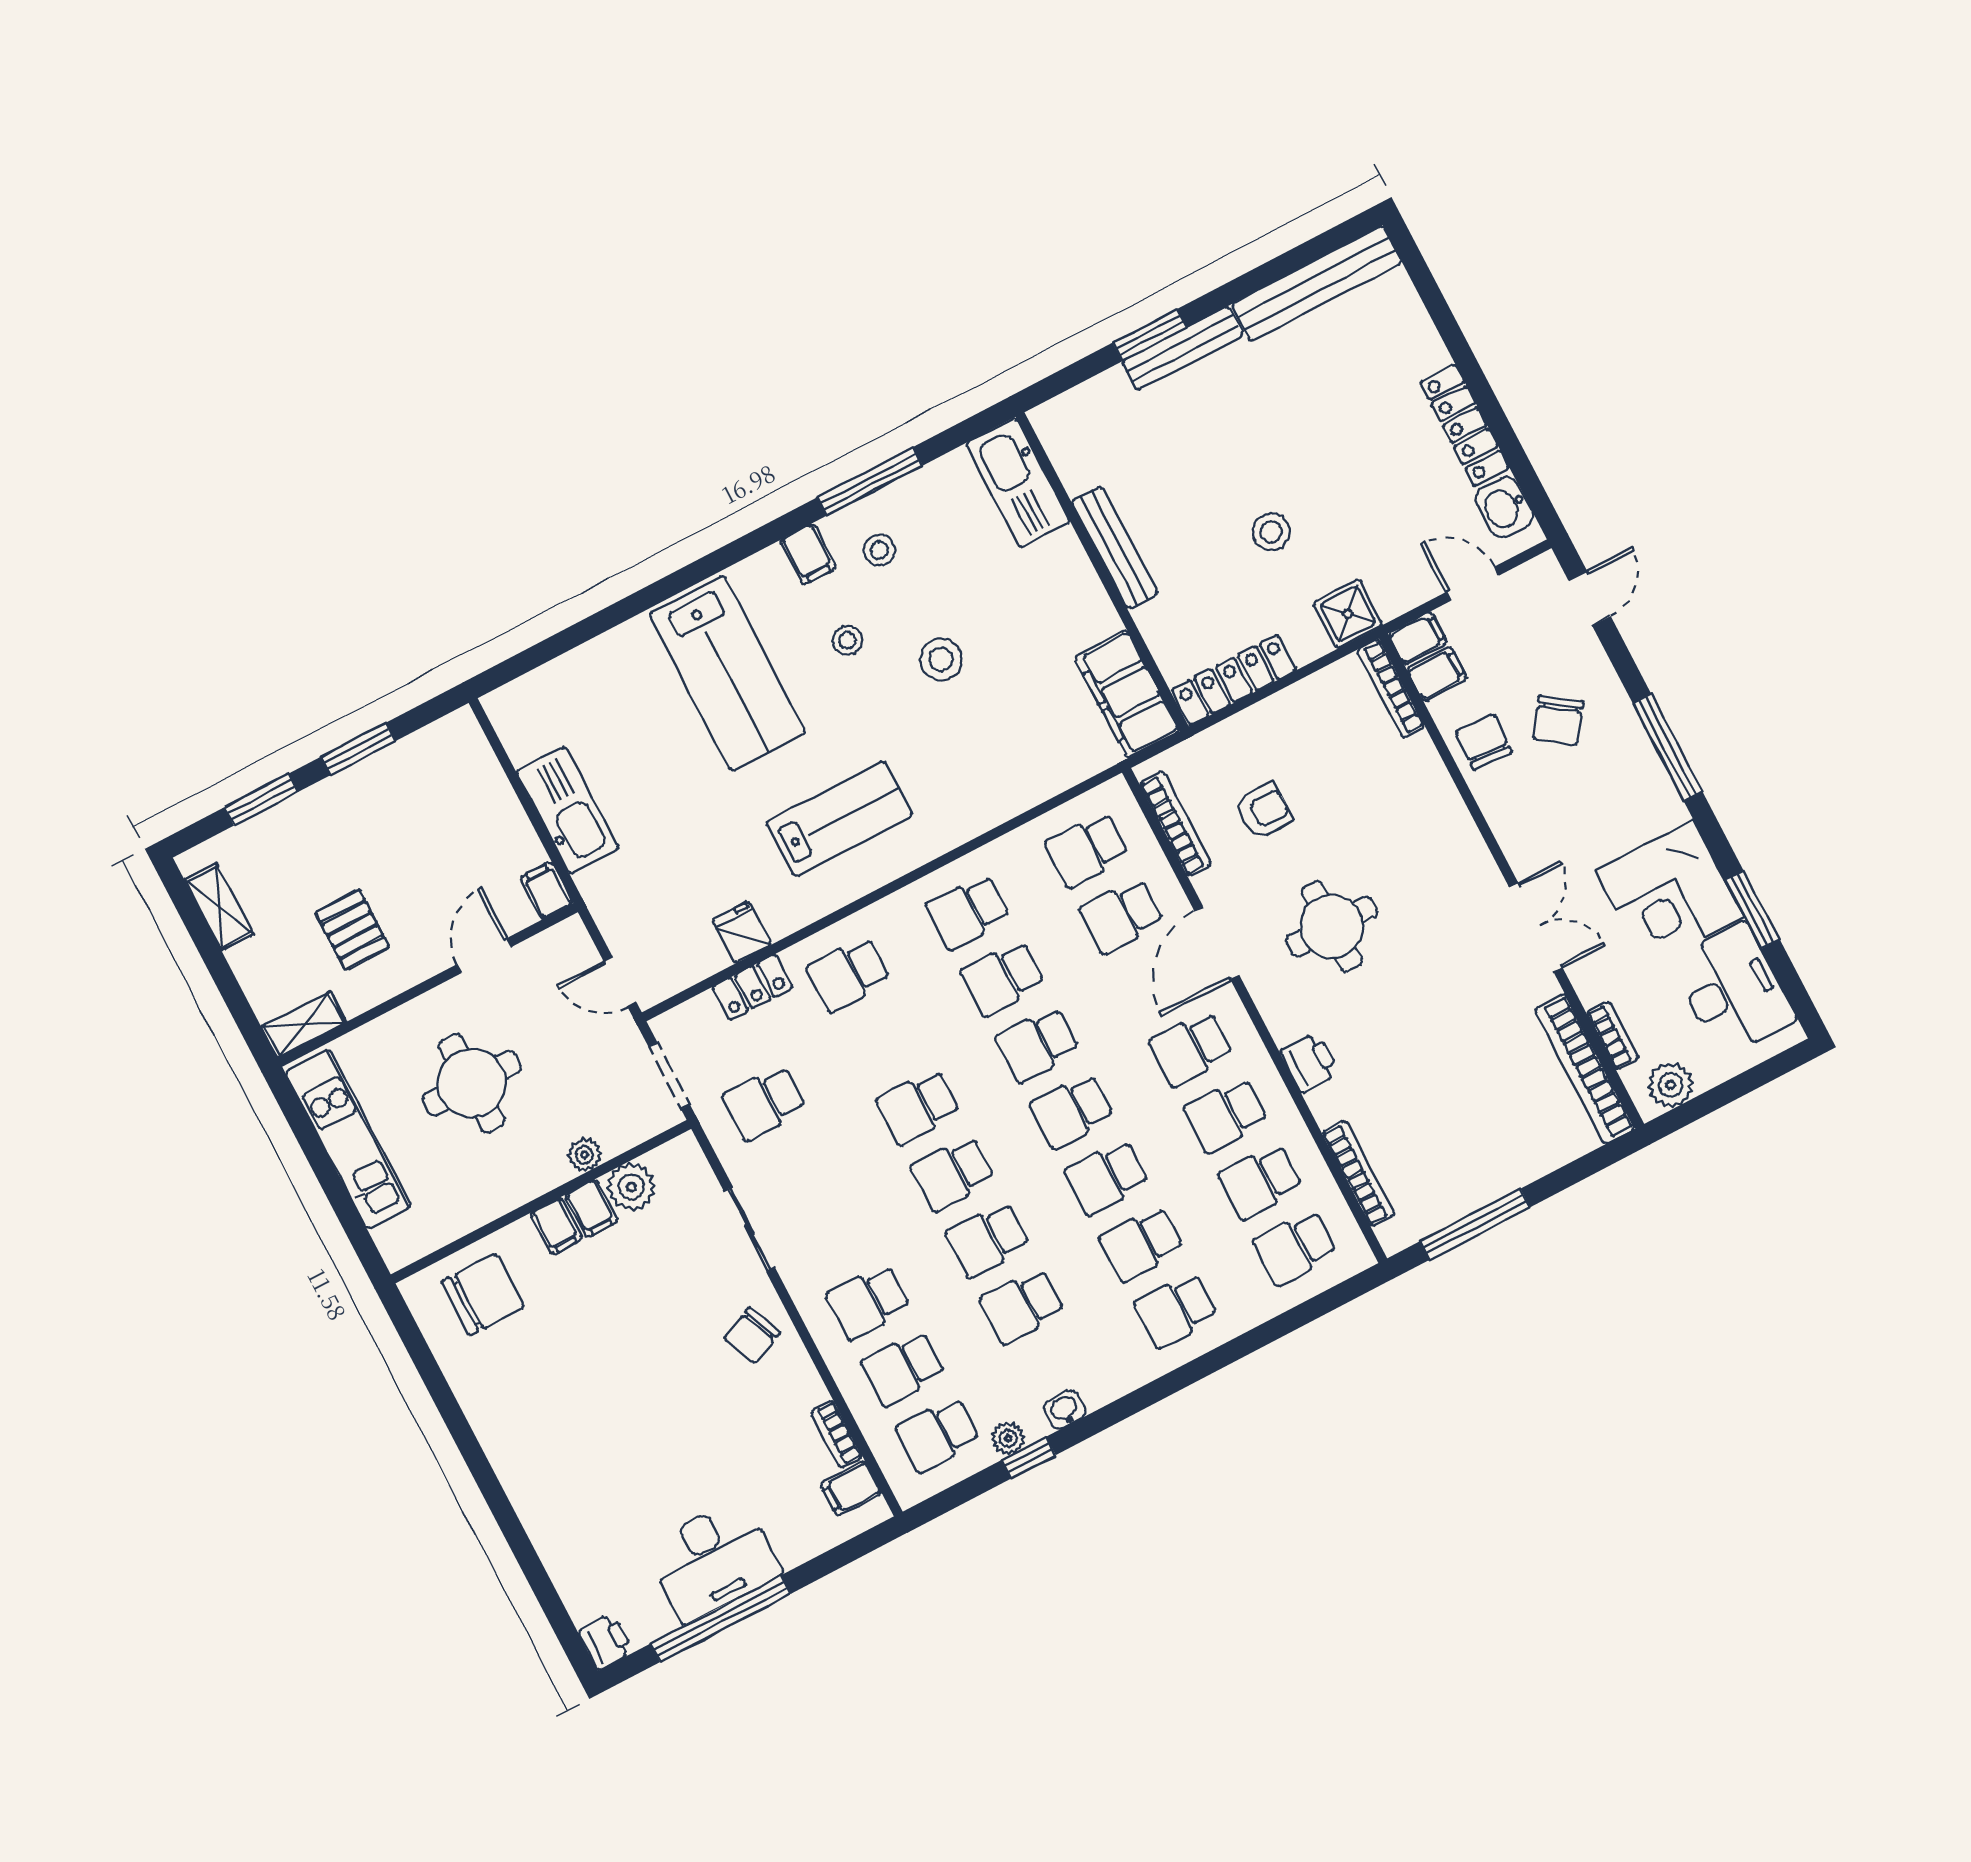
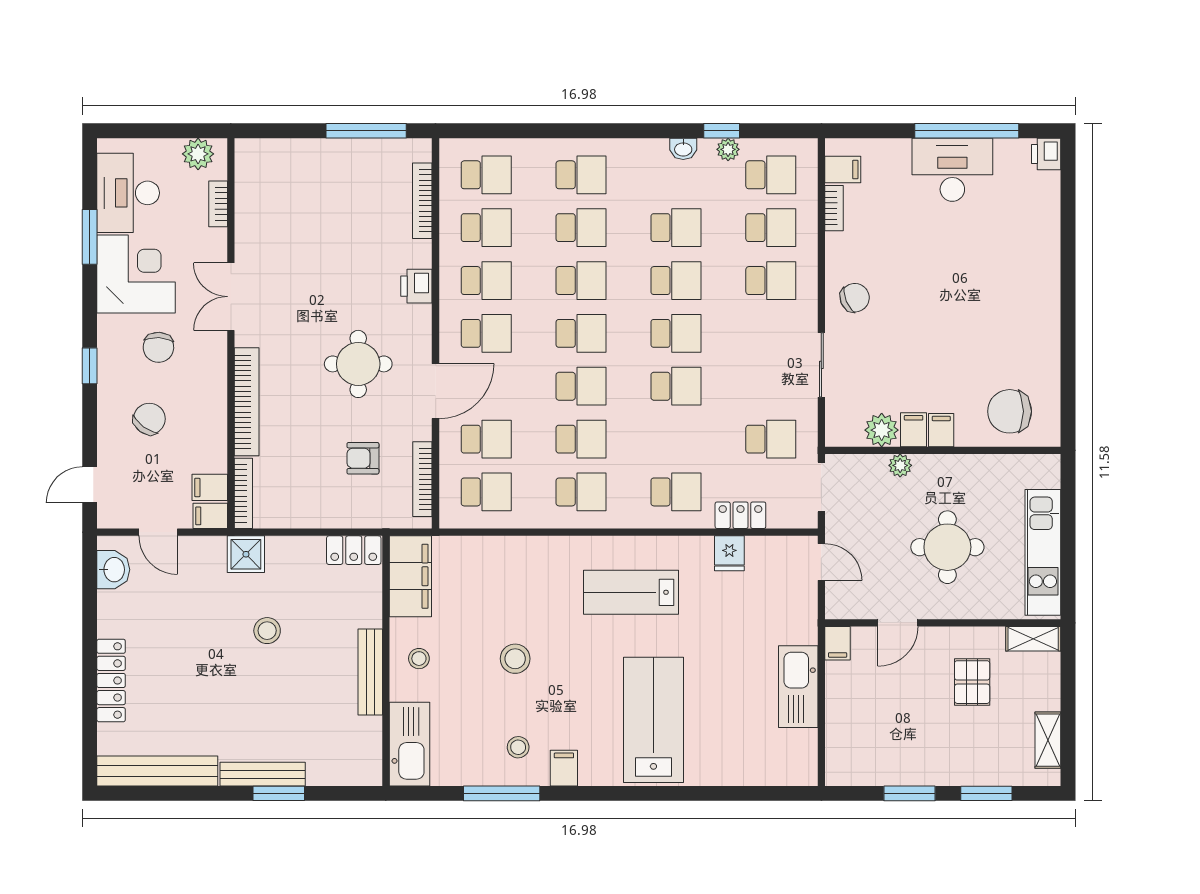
locker: (1465, 425) -> (111, 680), moved
stool: (848, 640) -> (419, 659), moved
locker: (1234, 680) -> (354, 550), width x0.66
chair: (1484, 742) -> (158, 347), moved
window: (1668, 748) -> (90, 366), width x0.46
bookcase: (1585, 1069) -> (247, 402), moved

